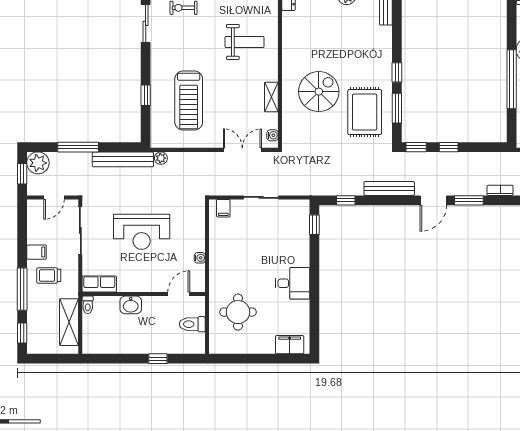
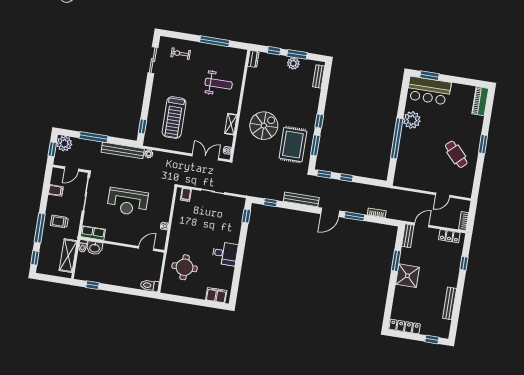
window: (146, 95) -> (142, 126), moved
filing cabinet: (36, 252) -> (56, 190), moved
washbasin: (131, 305) -> (95, 248), moved
toilet: (192, 324) -> (150, 286), moved
window: (158, 359) -> (92, 285), moved

